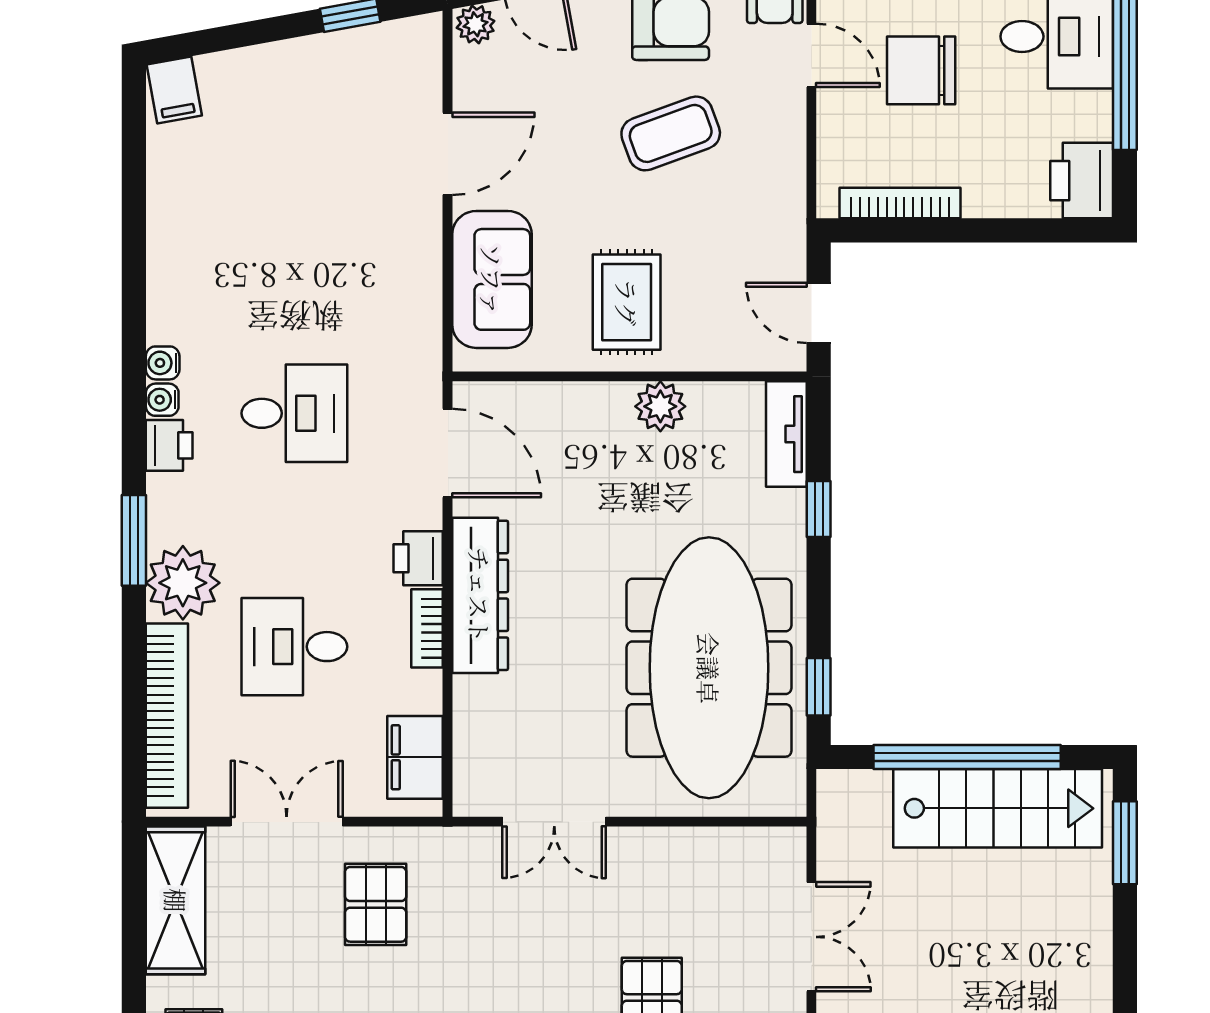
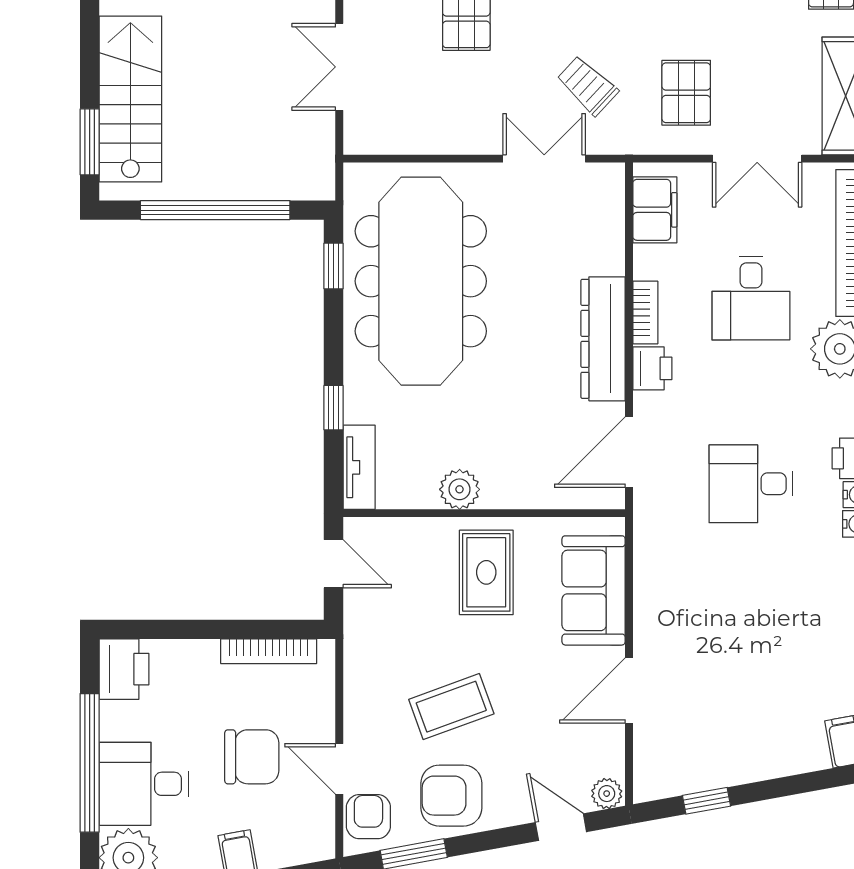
door: (448, 453) -> (629, 452), hinge flipped
desk: (294, 647) -> (751, 298), turned 90
stairs: (998, 808) -> (130, 99), moved, turned 90
trolley: (500, 913) -> (587, 86), added

